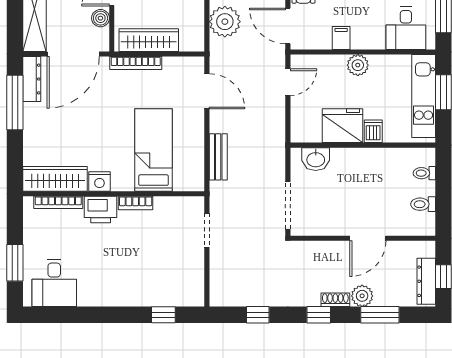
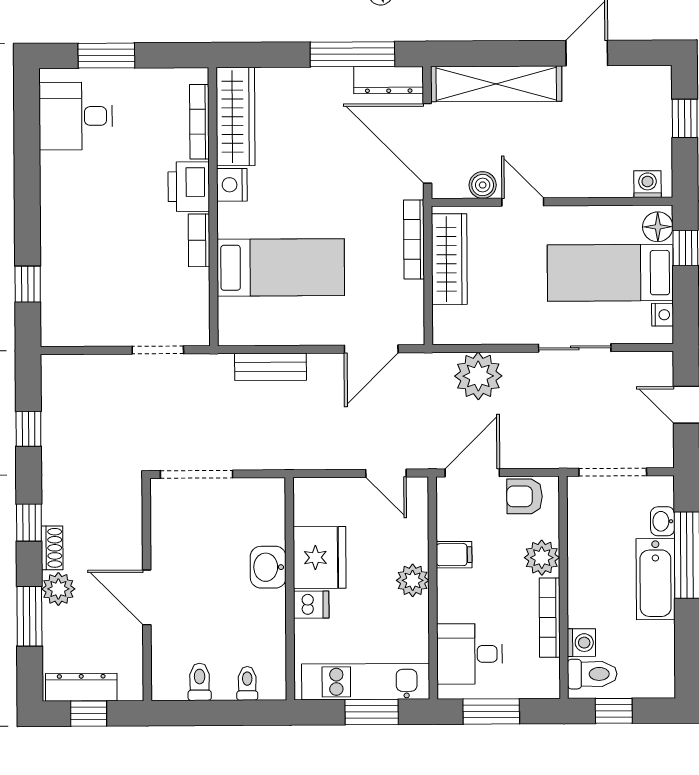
washbasin: (316, 159) -> (268, 567), moved

